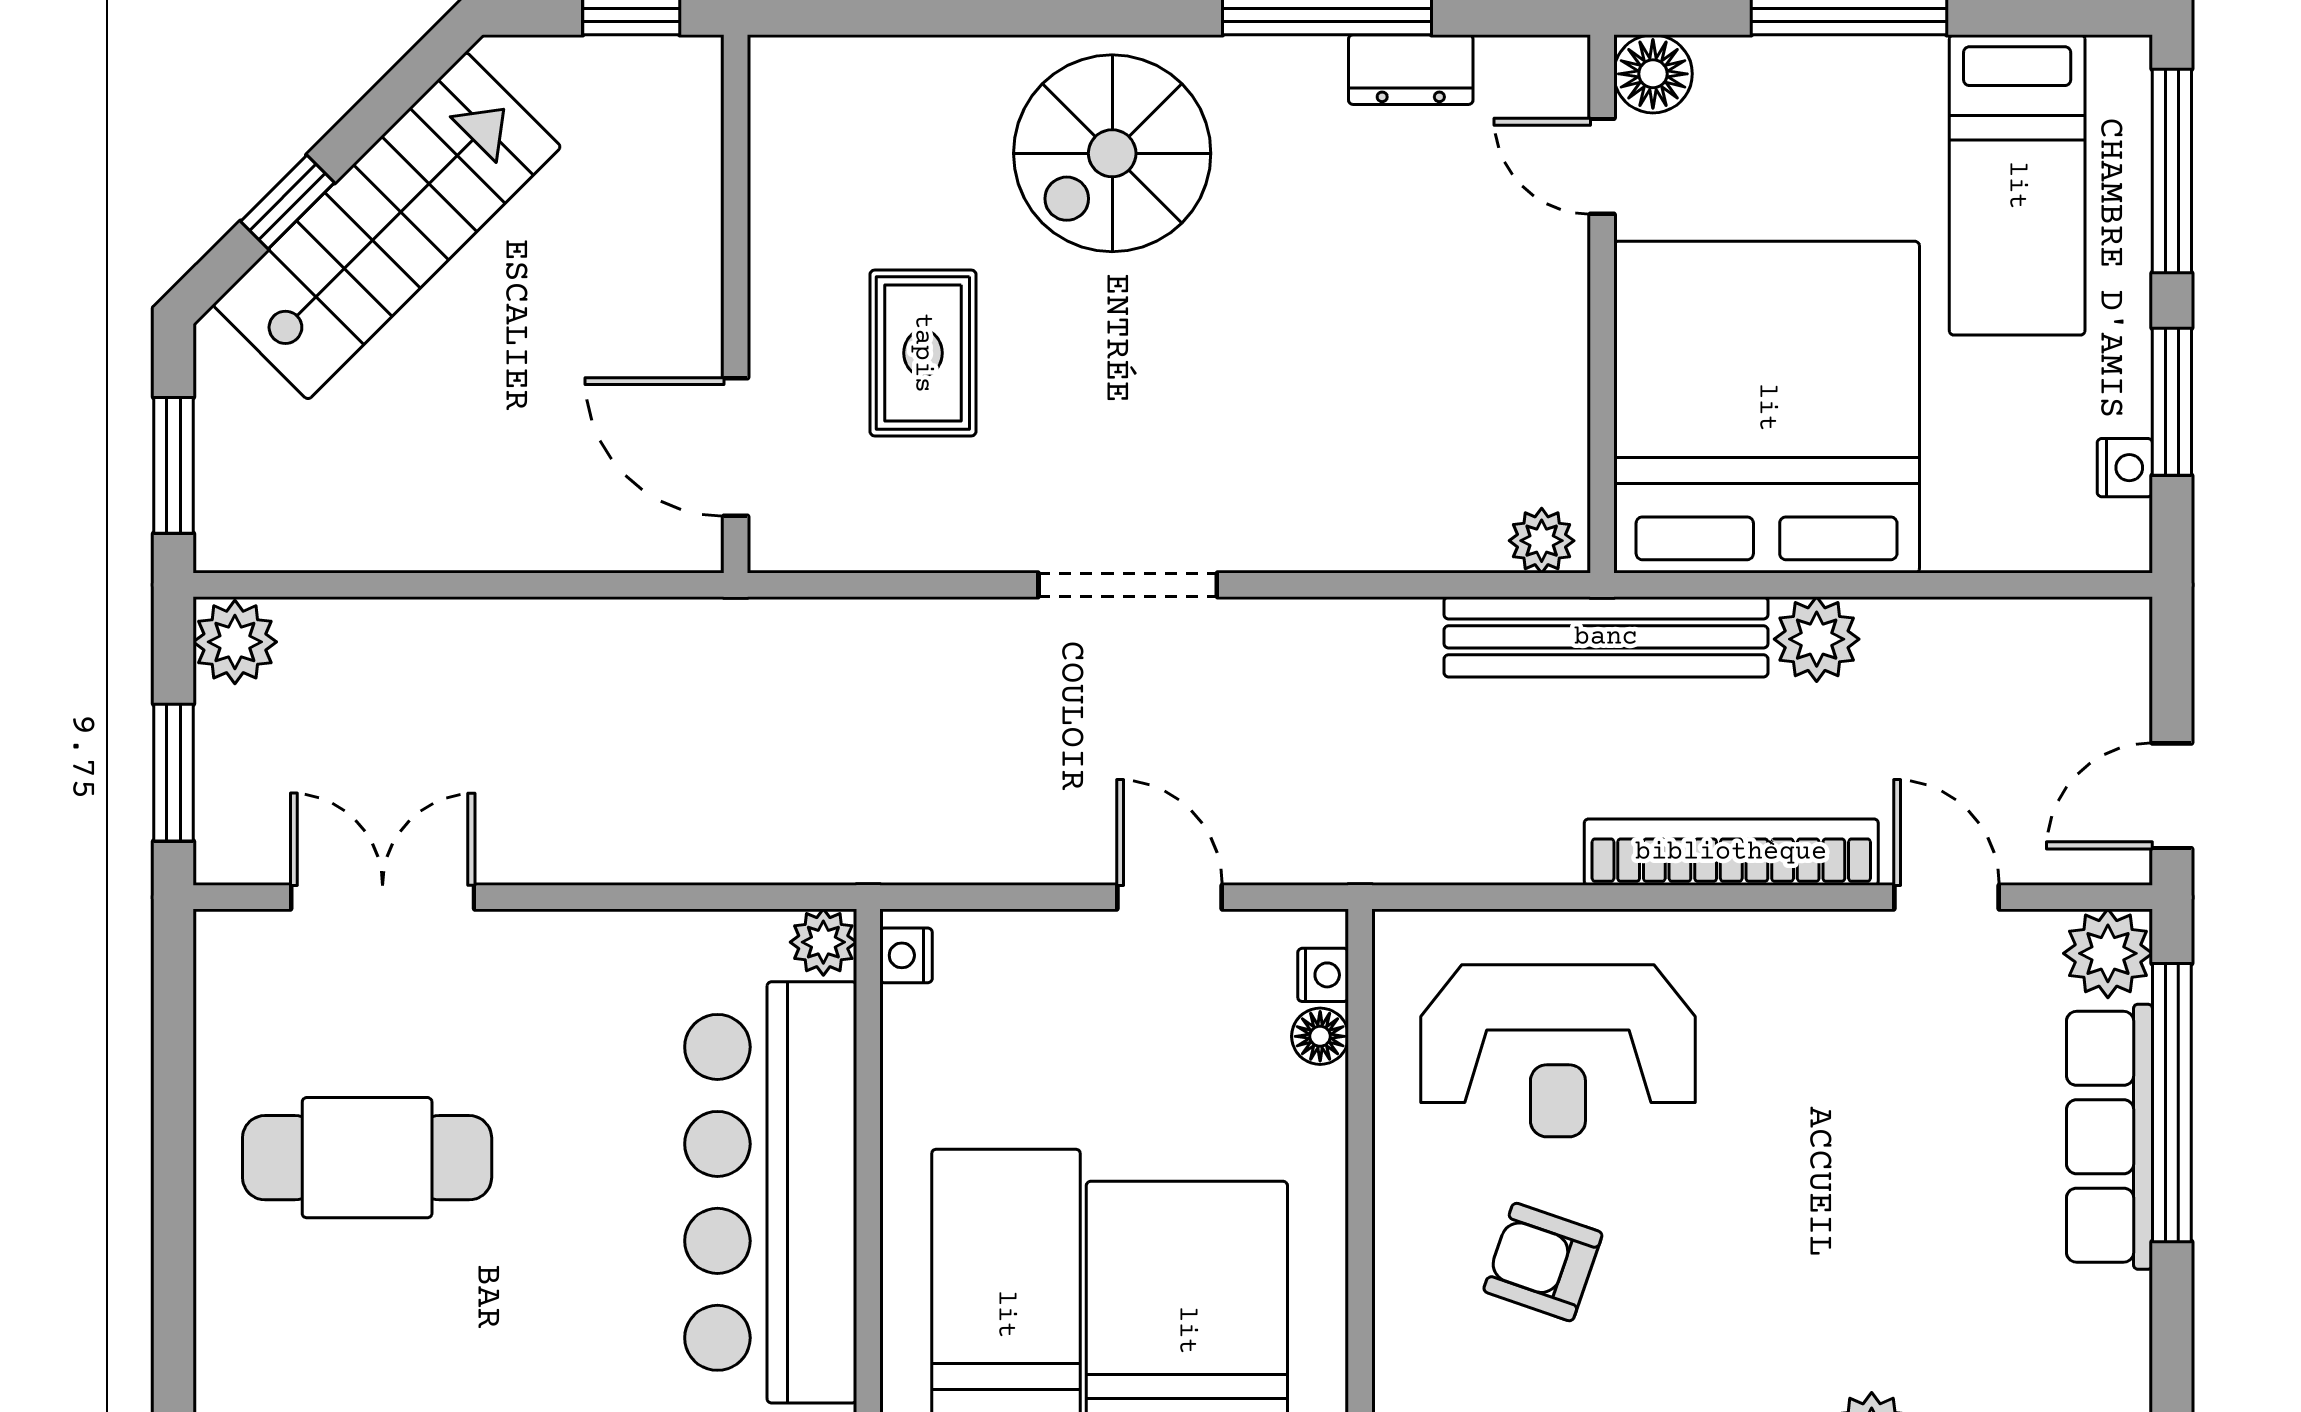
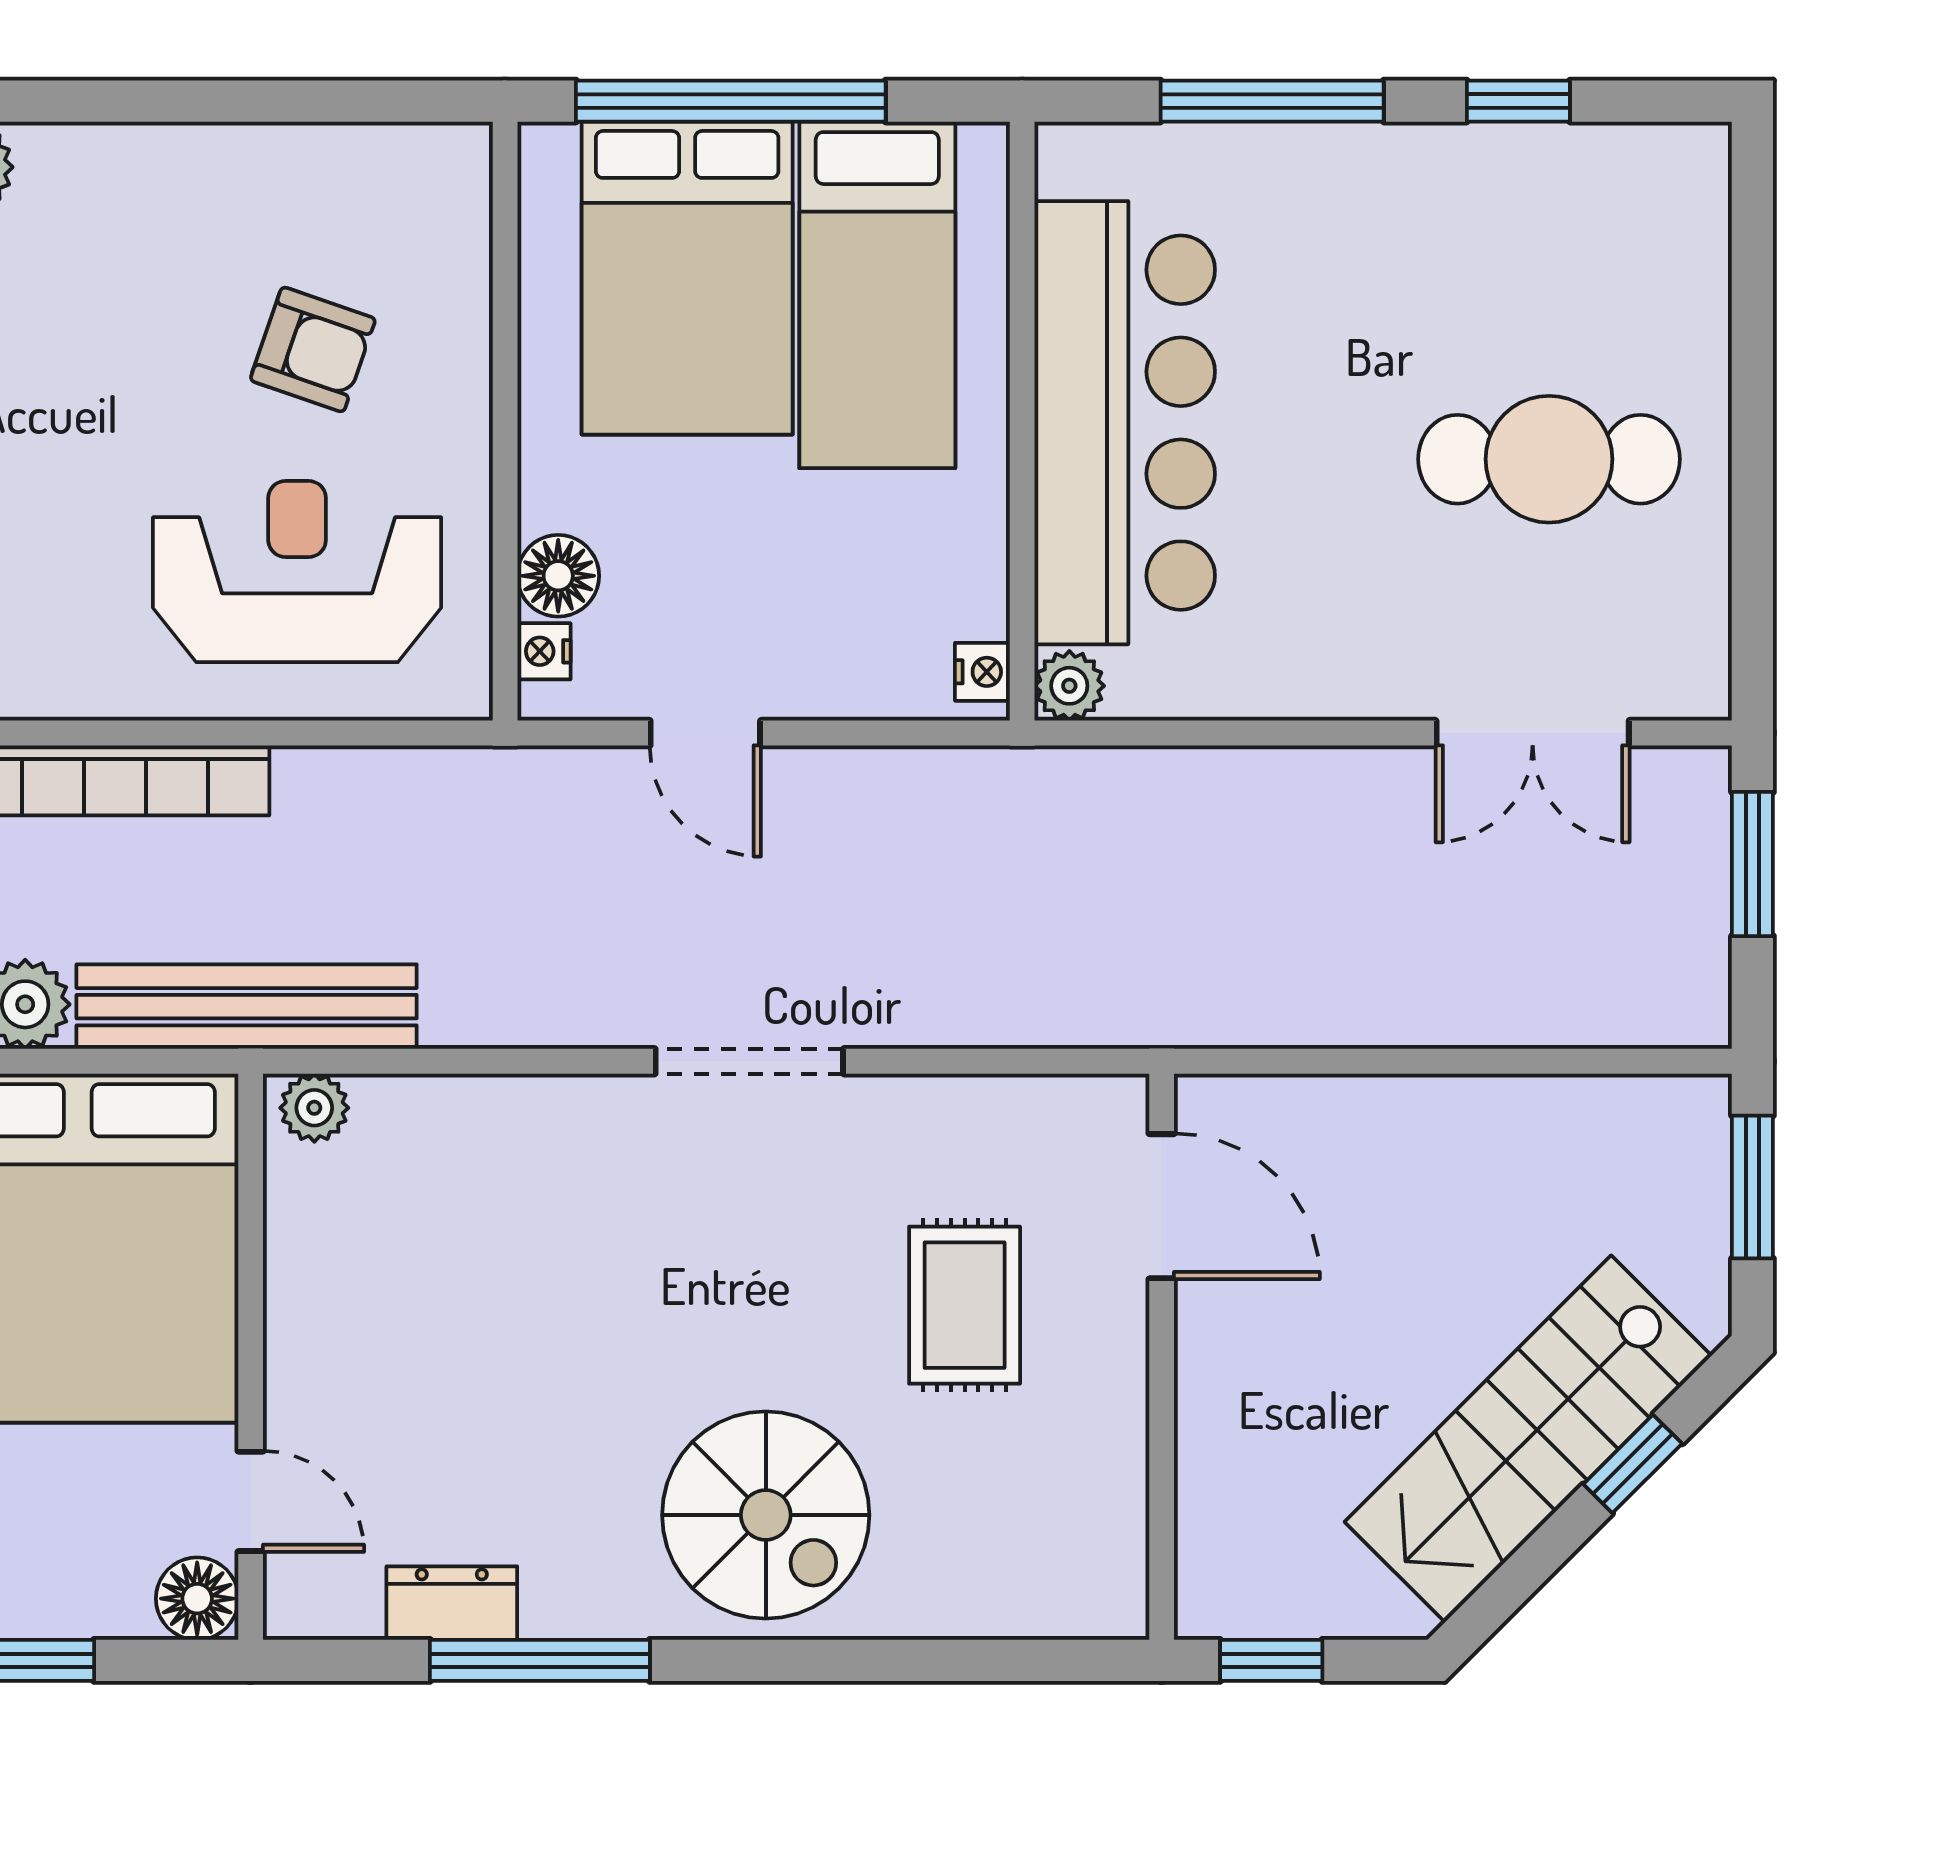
spiral stairs: (1112, 153) -> (766, 1515), turned 90
plant: (235, 642) -> (1688, 1001), removed
floor lamp: (1320, 1036) -> (558, 576), width x1.37, depth x1.37

